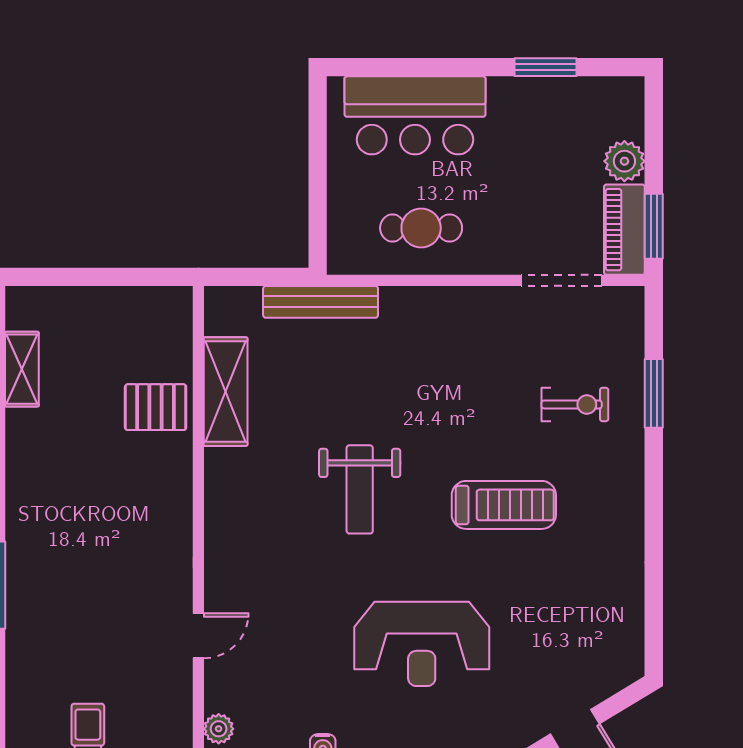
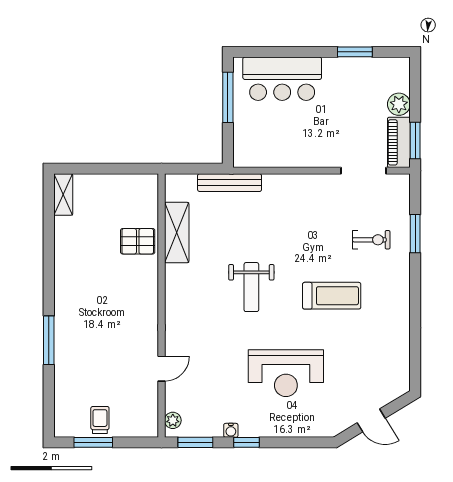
window: (318, 149) -> (228, 97), added
cafe table: (421, 228) -> (286, 141), removed
shelving: (22, 369) -> (63, 195), moved

